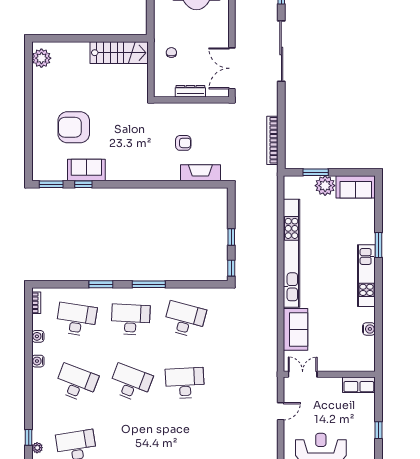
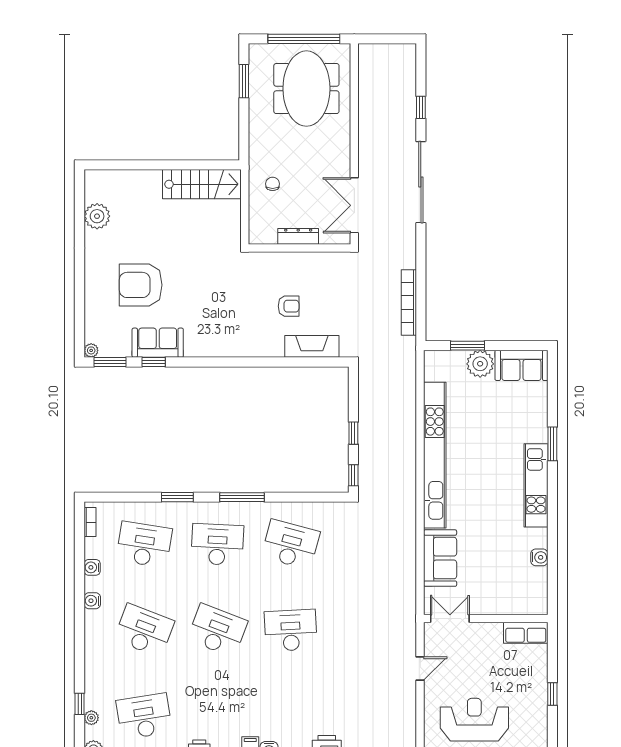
plant: (41, 58) -> (97, 216), moved
plant: (37, 176) -> (91, 350), added

